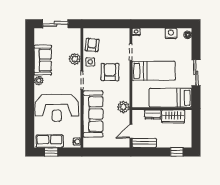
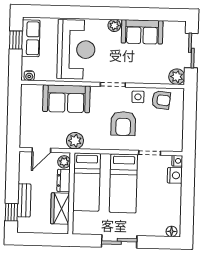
nightstand: (171, 33) -> (175, 175), moved
plant: (75, 59) -> (177, 77), moved
armchair: (110, 72) -> (123, 124), turned 90
bed: (170, 98) -> (86, 182), moved, turned 180
reception desk: (57, 108) -> (76, 49), turned 180
sofa: (93, 114) -> (66, 99), width x0.73
plant: (139, 114) -> (64, 162), added
door: (131, 131) -> (41, 150), swing flipped
bench: (144, 143) -> (24, 200), moved

